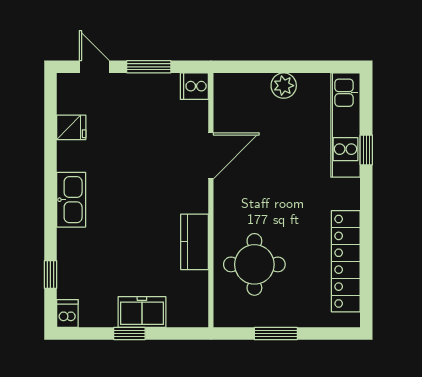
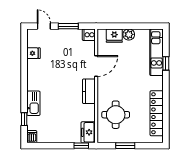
fridge: (251, 88) -> (114, 36), added
kitchen sink: (71, 200) -> (33, 103), moved
kitchen counter: (195, 242) -> (89, 91), moved
freezer: (142, 312) -> (88, 132), moved, turned -90
window: (129, 334) -> (81, 146), moved

